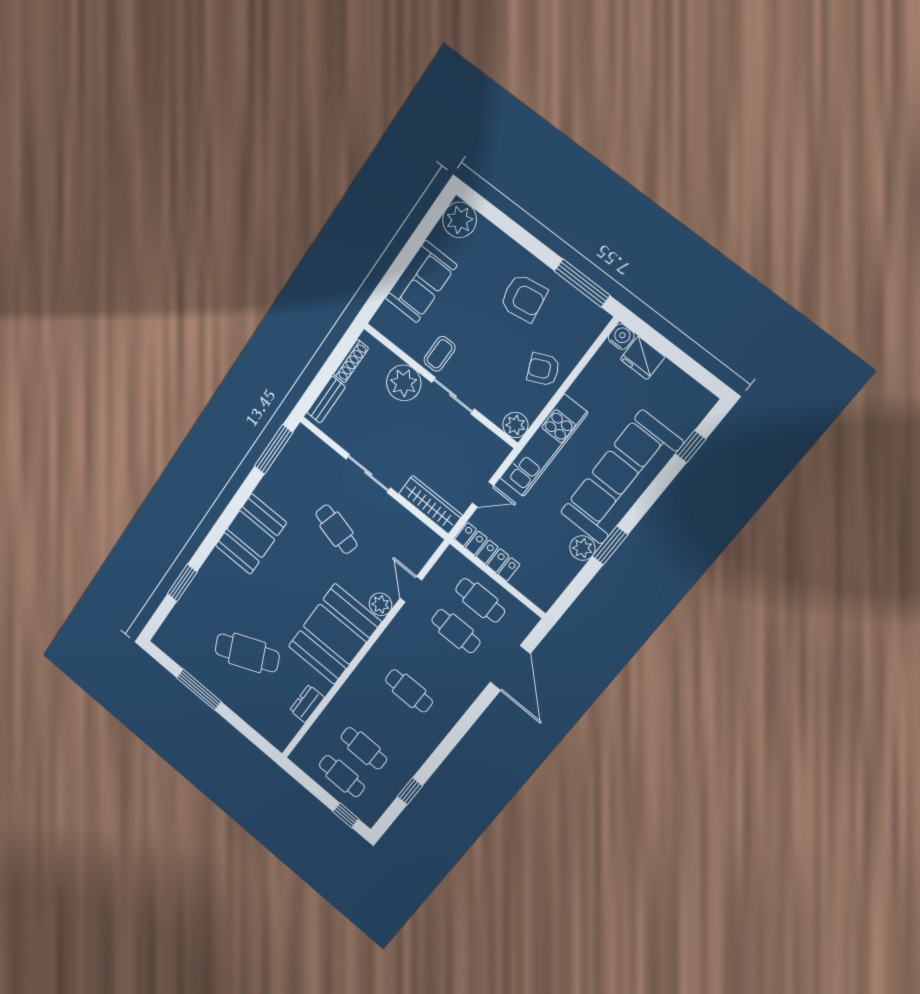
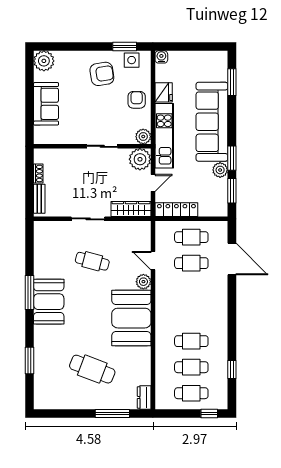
window: (582, 283) -> (125, 46), width x0.69
side table: (578, 310) -> (132, 60), added
coffee table: (440, 354) -> (81, 131), removed
fridge: (643, 358) -> (164, 92), moved, turned -90
shoe rack: (351, 361) -> (38, 173), width x0.70
armchair: (543, 369) -> (137, 100), turned 114
plant: (404, 383) -> (140, 159), moved
window: (691, 447) -> (232, 82), width x1.50
window: (274, 449) -> (29, 293), moved
window: (577, 586) -> (232, 191), added
cafe table: (247, 653) -> (92, 369), turned 45
window: (199, 690) -> (112, 414), moved
cafe table: (409, 691) -> (191, 341), moved
dresser: (307, 704) -> (144, 397), moved

